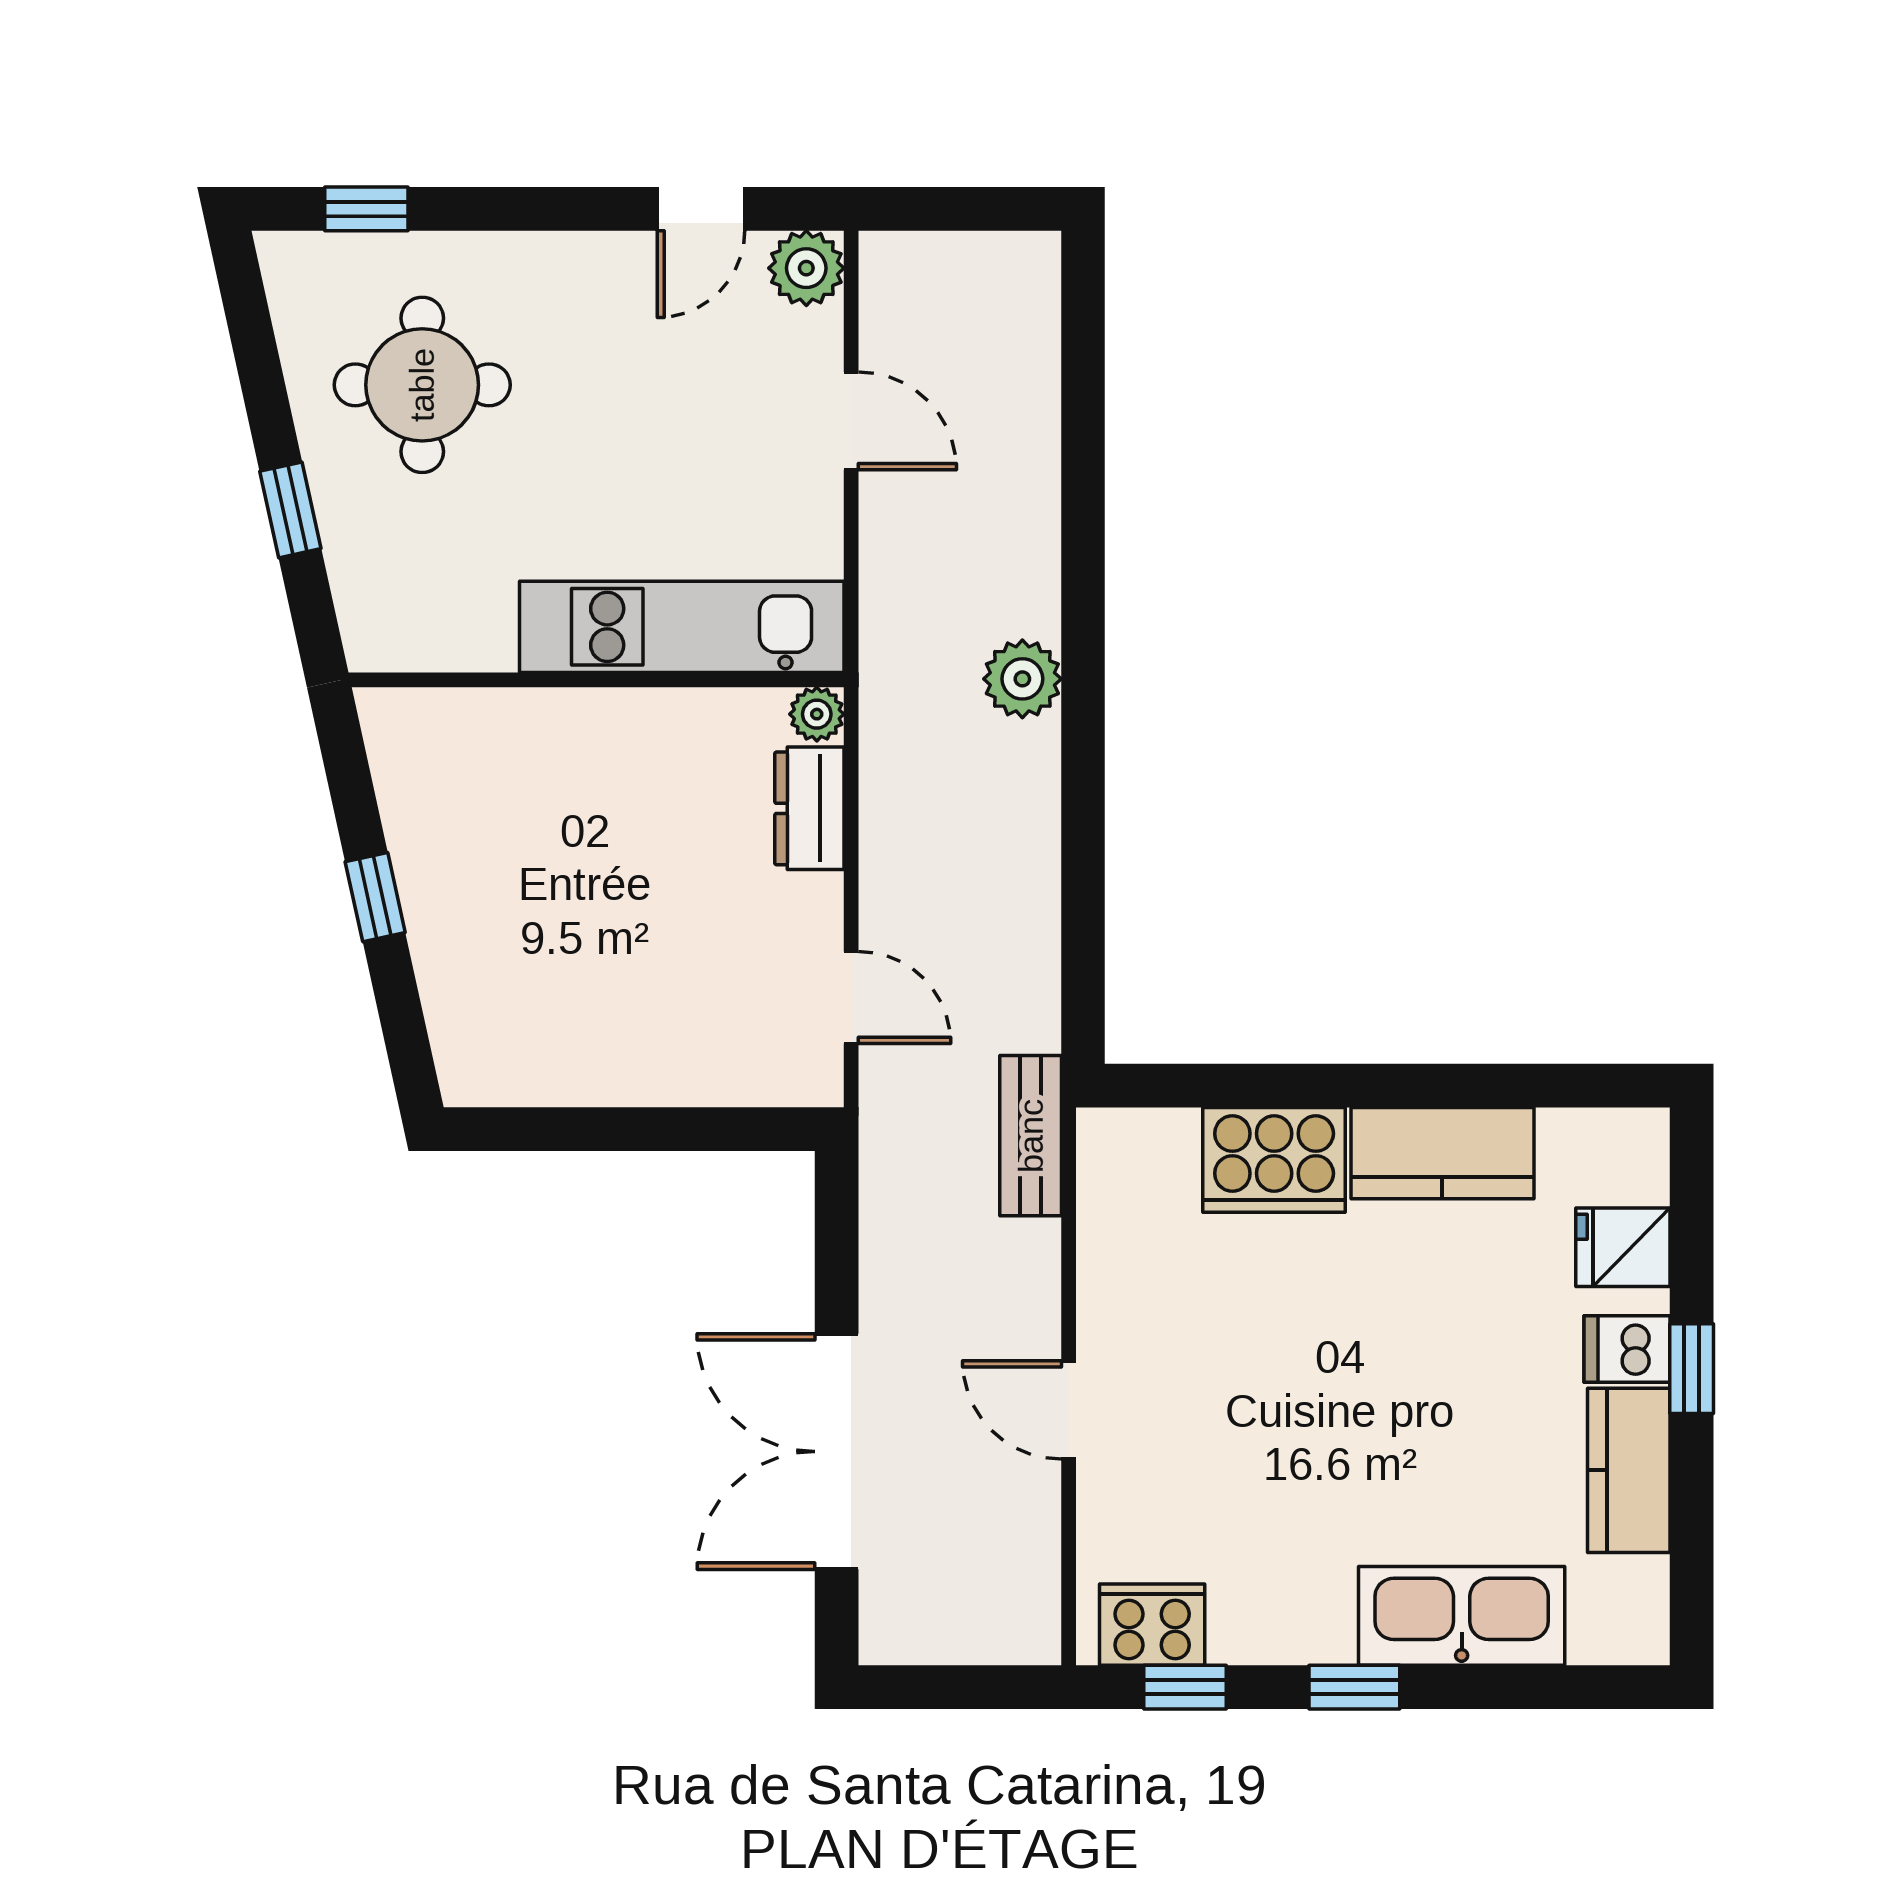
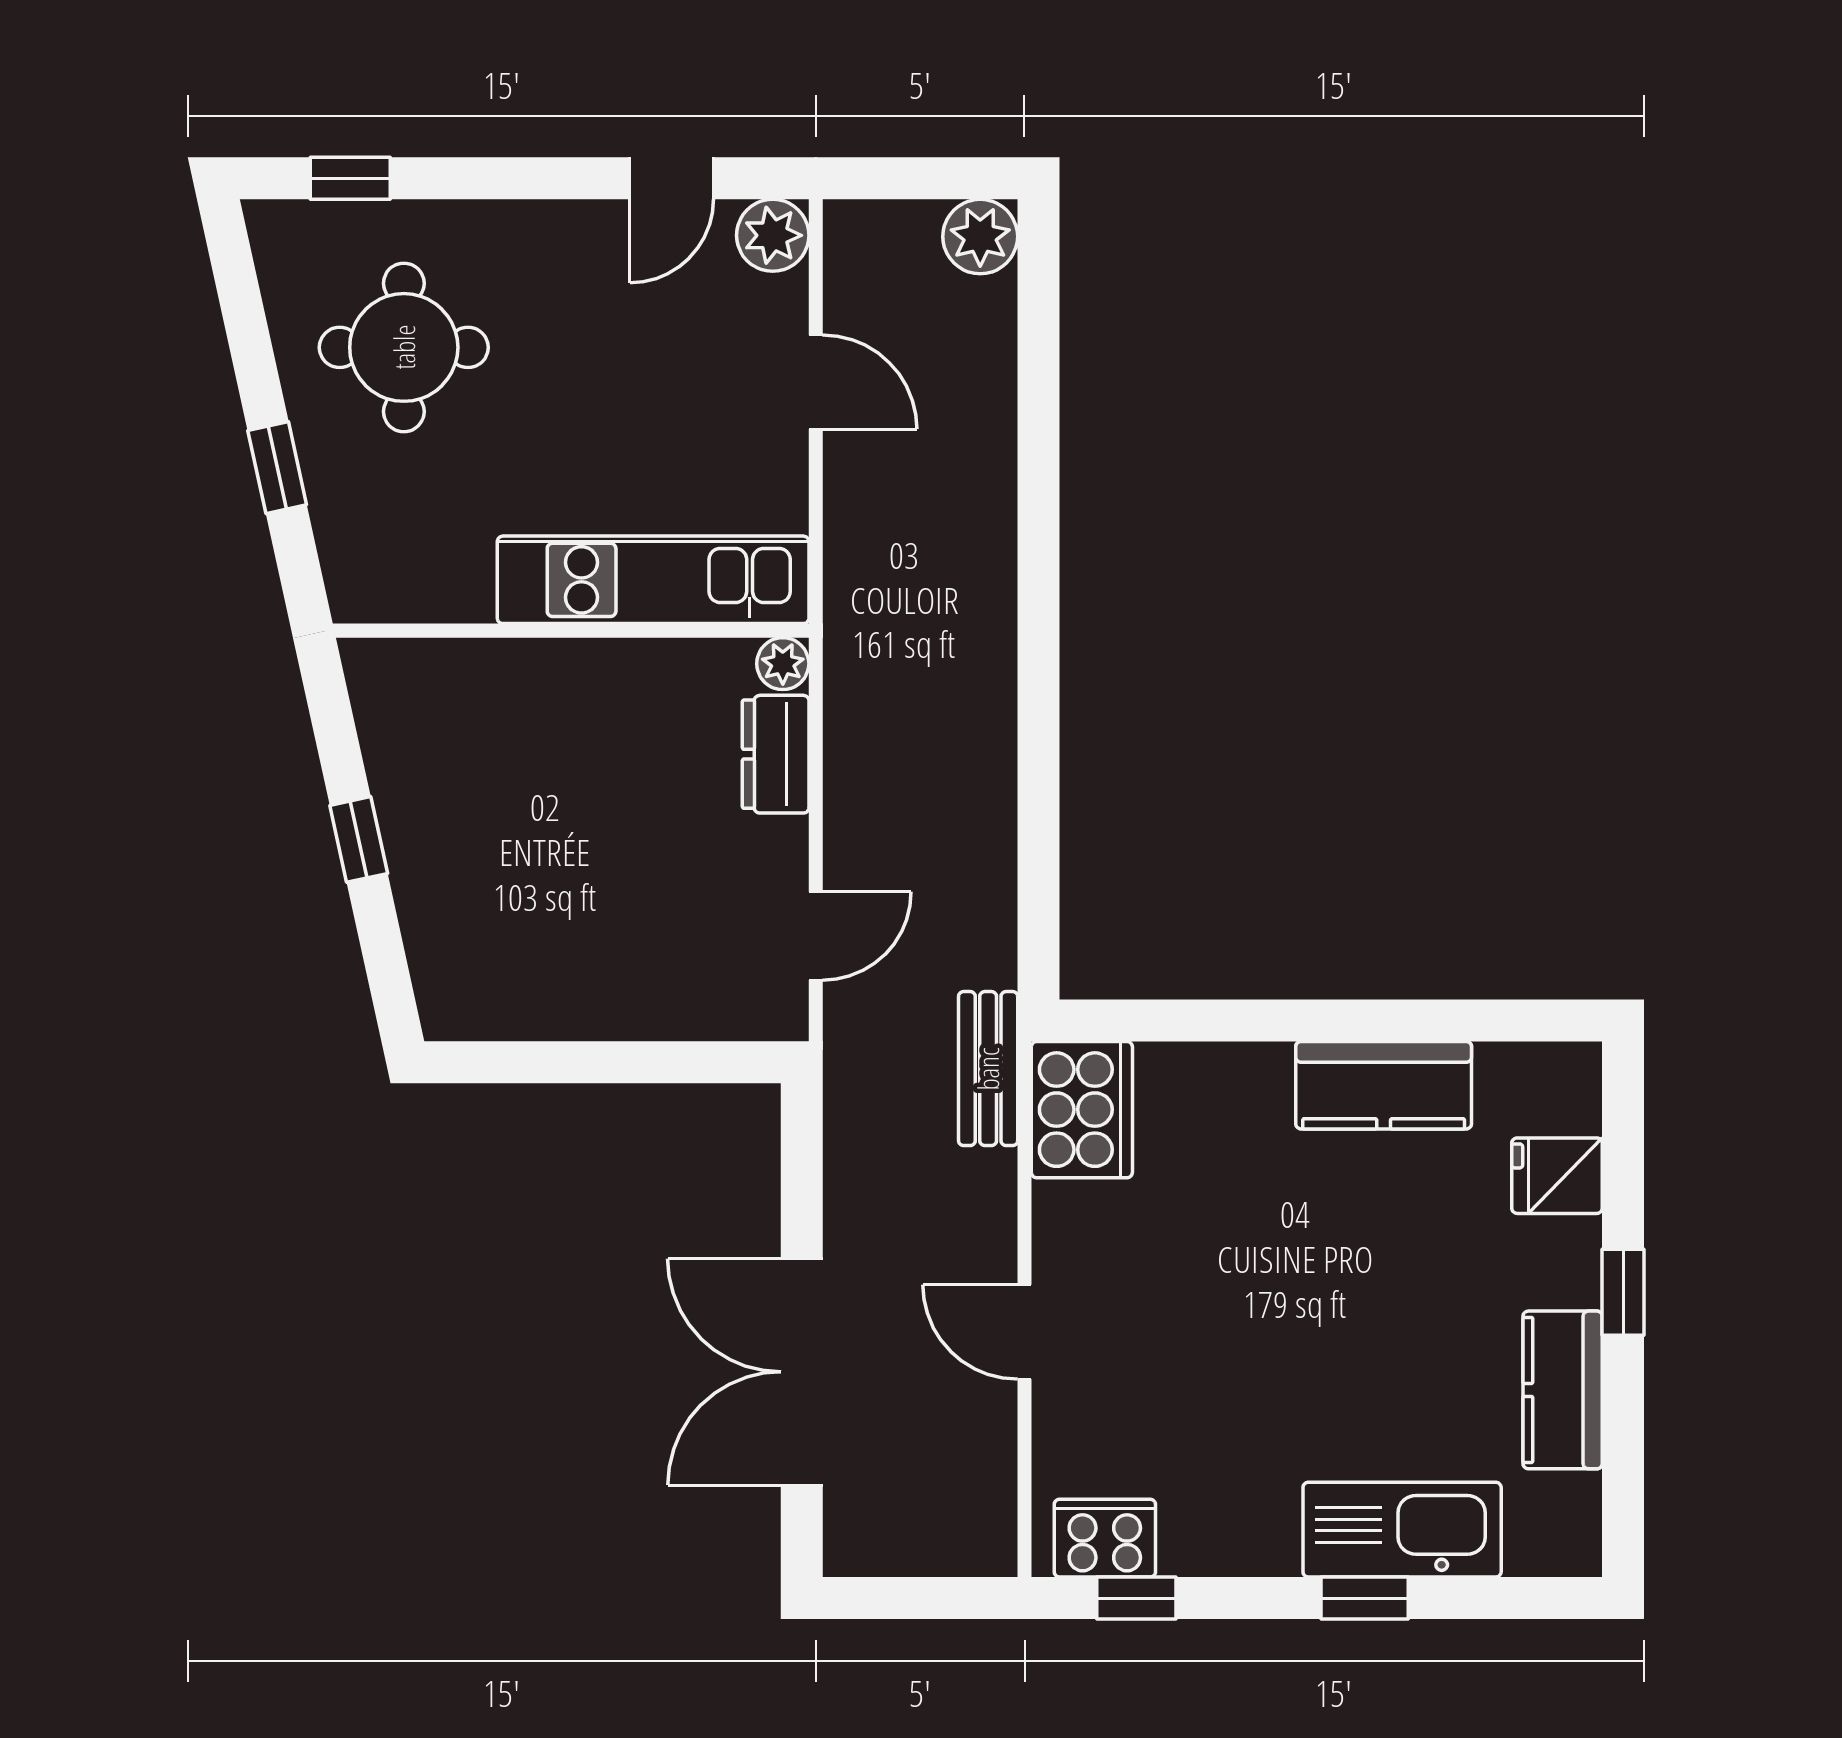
plant: (1022, 679) -> (980, 237), moved
door: (851, 997) -> (816, 936), hinge flipped
cooker: (1274, 1160) -> (1082, 1110), moved, turned -90
dishwasher: (1627, 1349) -> (1561, 1273), removed
window: (1354, 1687) -> (1365, 1598), moved

